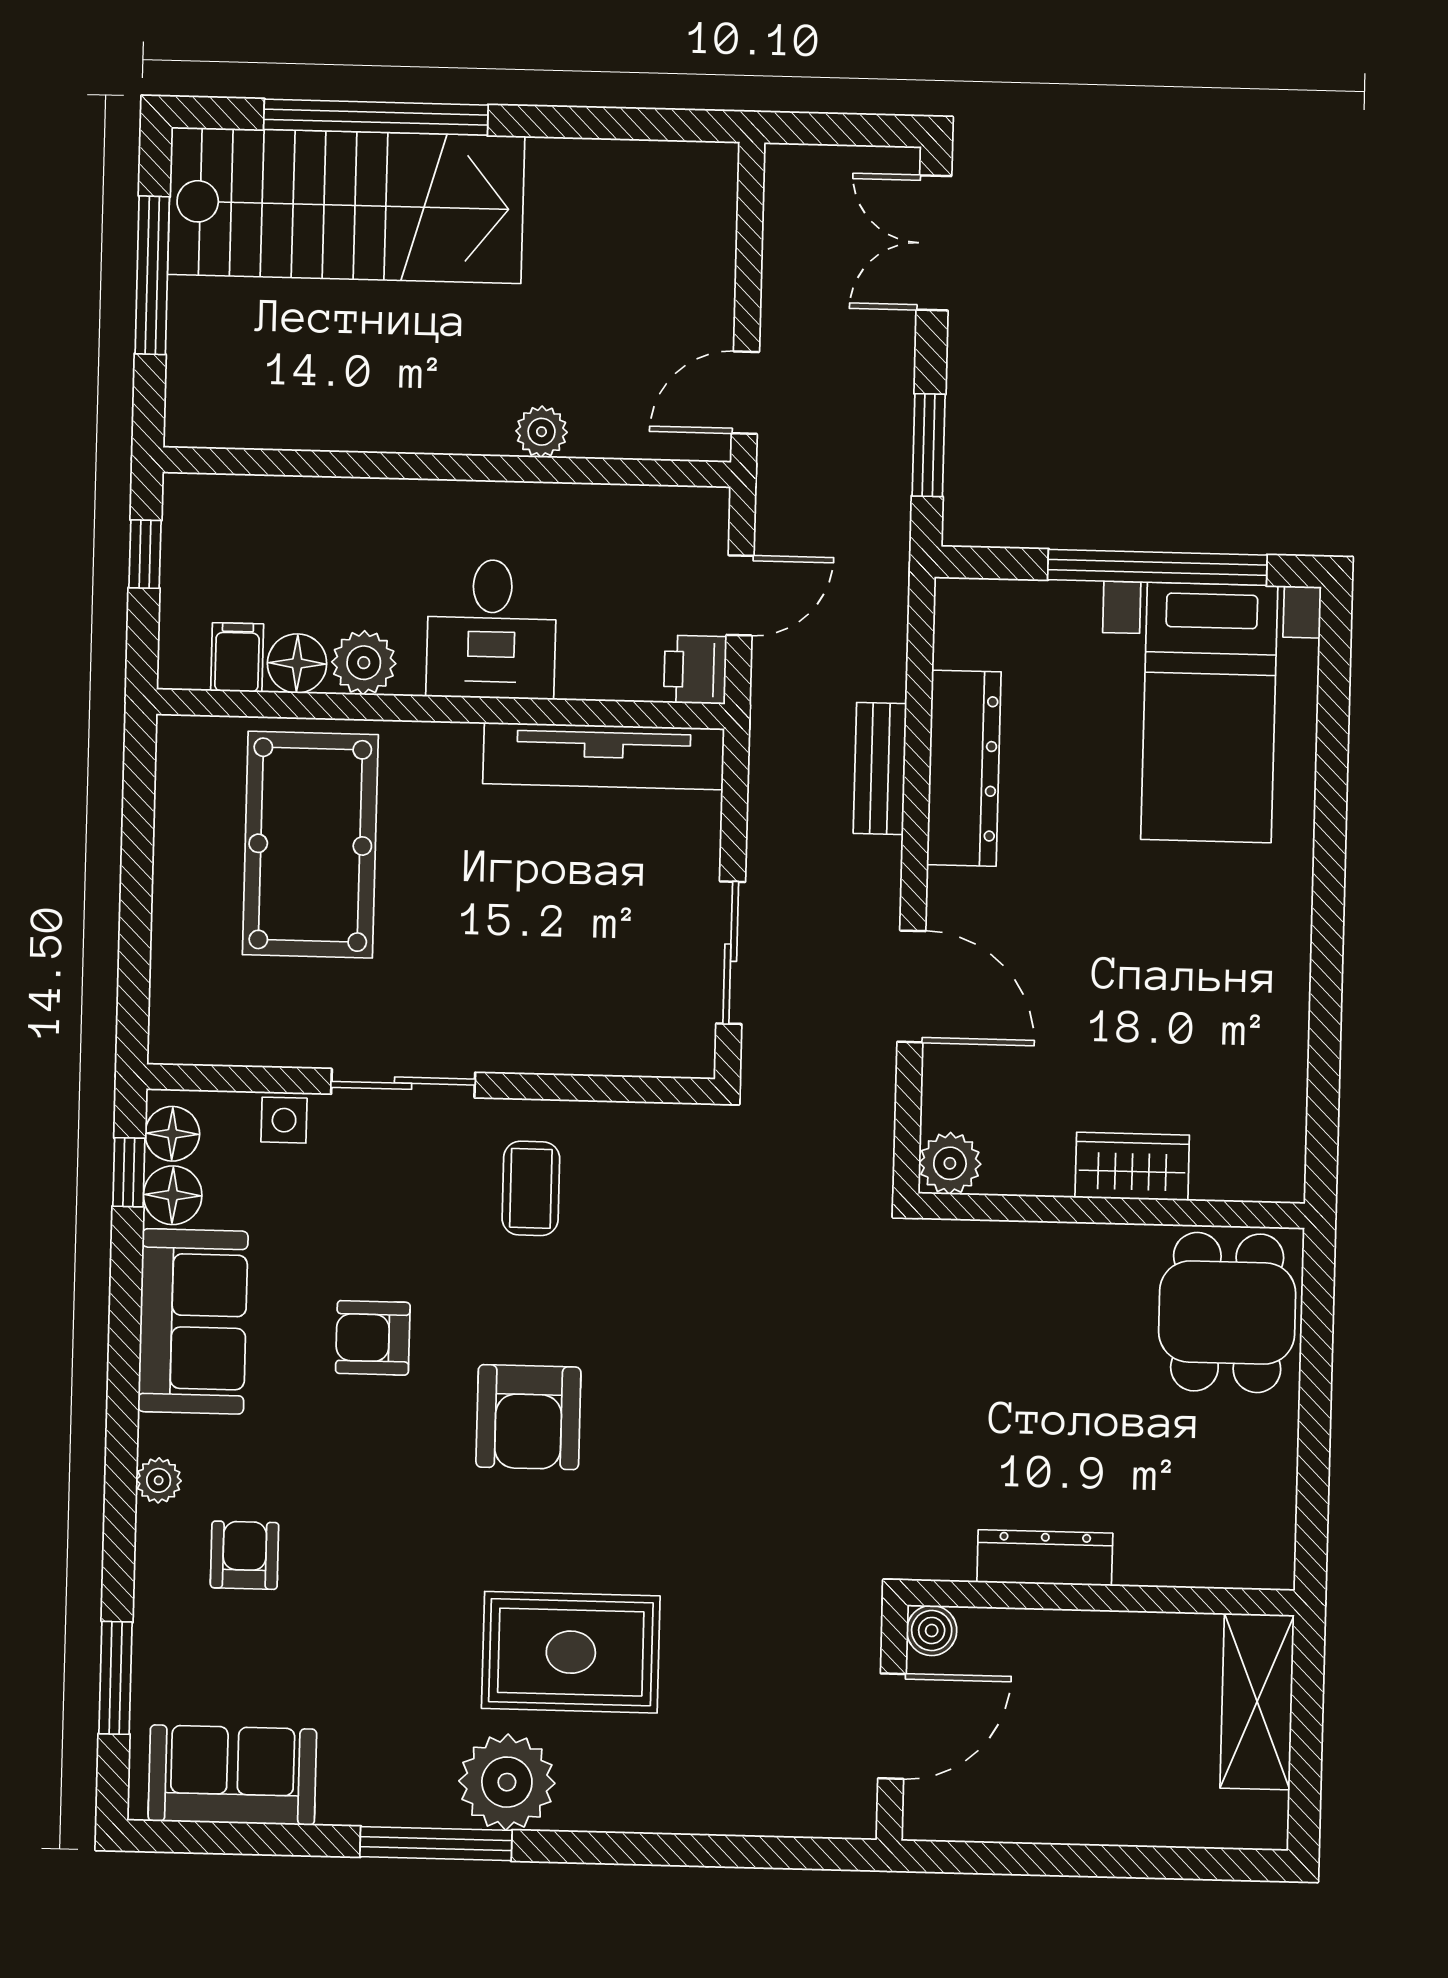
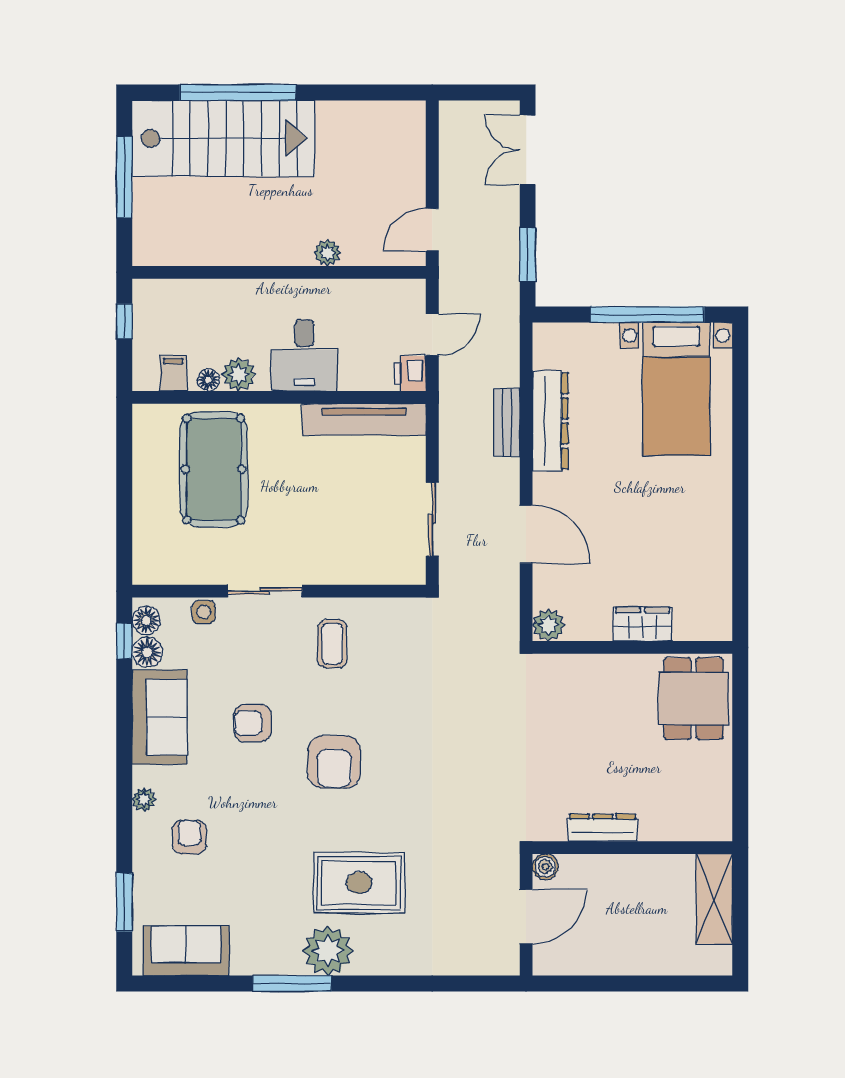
floor lamp: (297, 663) -> (208, 380), width x0.73, depth x0.73

